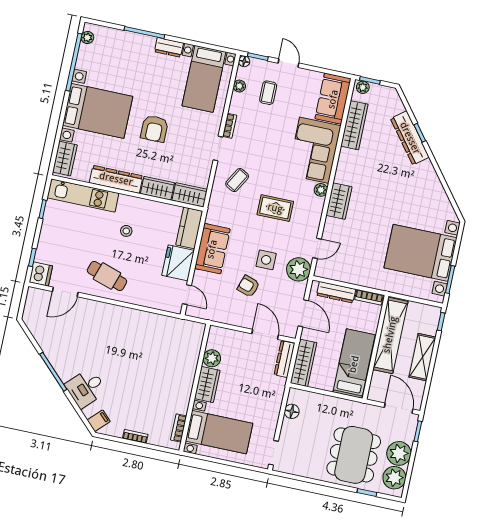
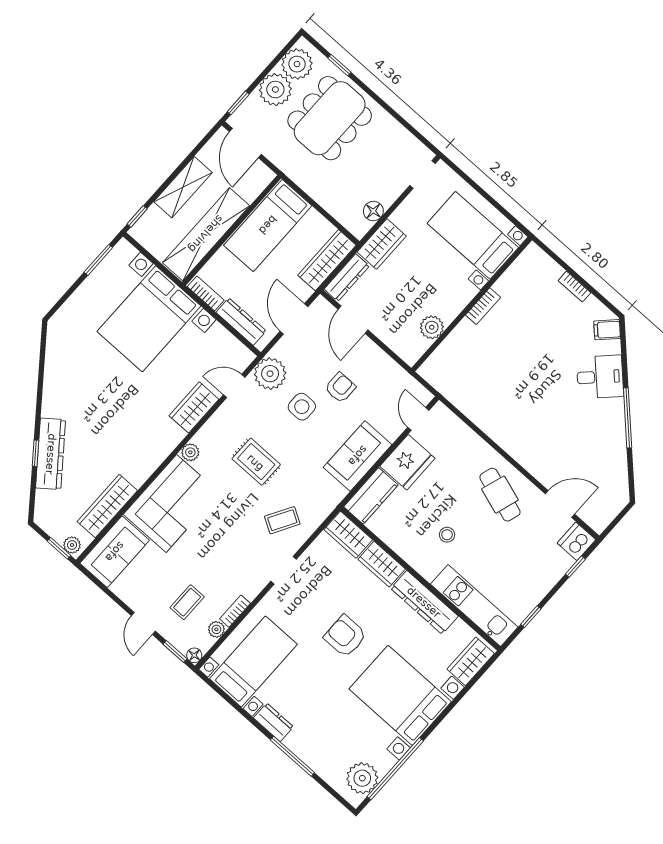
plant: (87, 38) -> (362, 778), width x1.88, depth x1.88
bookcase: (230, 126) -> (235, 611), moved
armchair: (154, 129) -> (345, 636), turned -90
wardrobe: (339, 201) -> (194, 407), moved
bed with nightstands: (421, 253) -> (149, 319), moved, turned 90
armchair: (248, 286) -> (340, 388), turned -108
wardrobe: (207, 384) -> (382, 244), moved, turned 180
bookcase: (179, 428) -> (483, 306), moved

